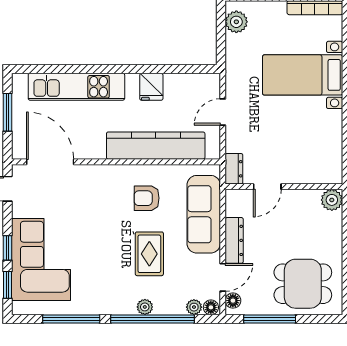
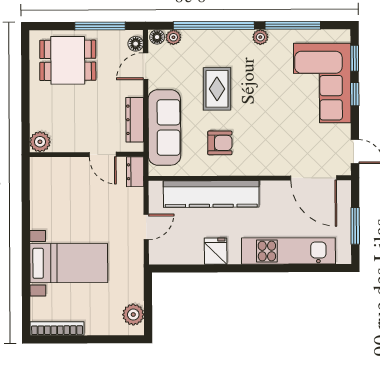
door: (267, 187) -> (103, 154), swing flipped
dresser: (234, 240) -> (135, 120), moved
plant: (145, 307) -> (260, 37), moved

